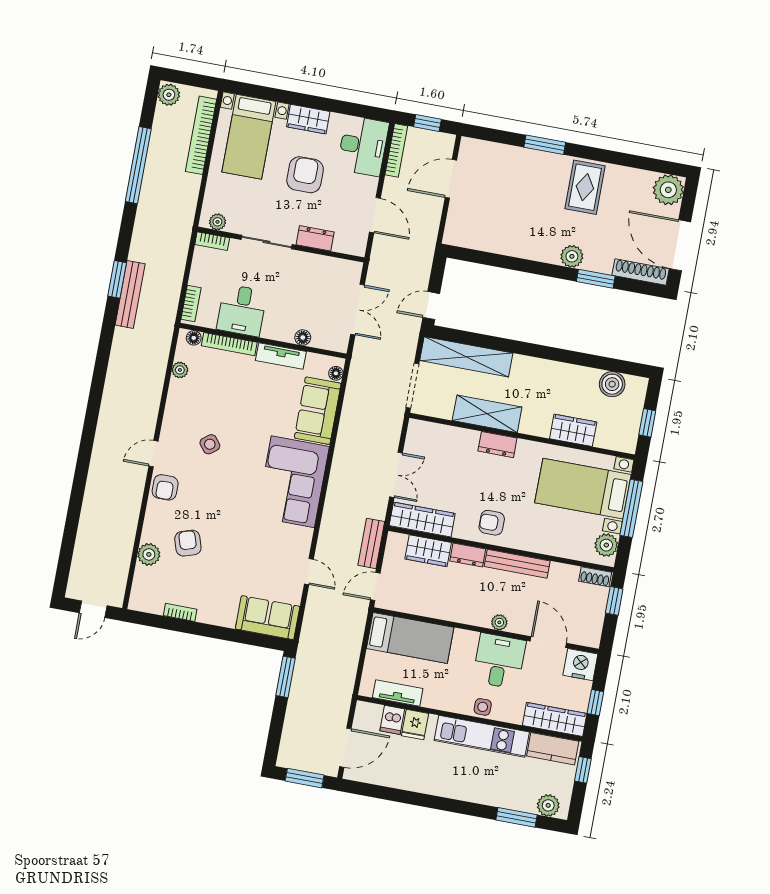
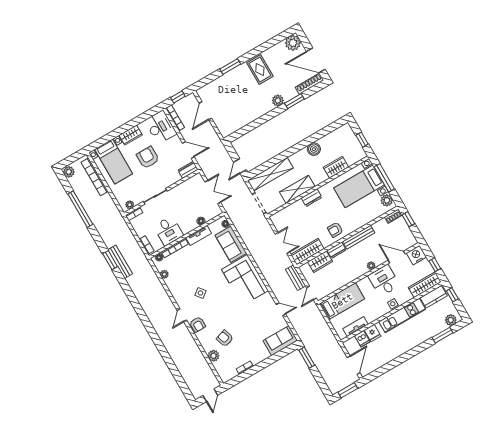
dresser: (315, 238) -> (188, 170), moved
boiler: (612, 384) -> (314, 149), moved

